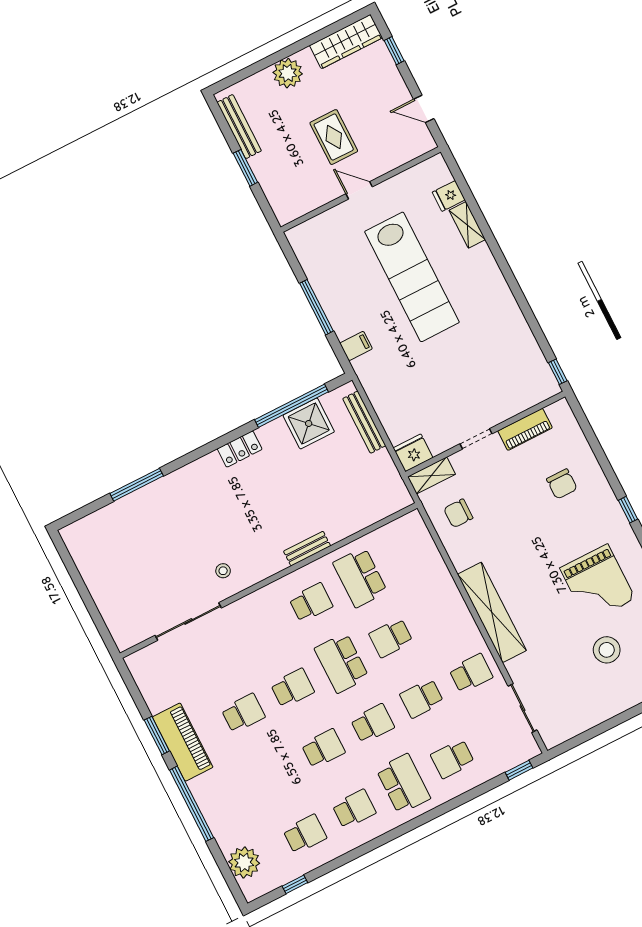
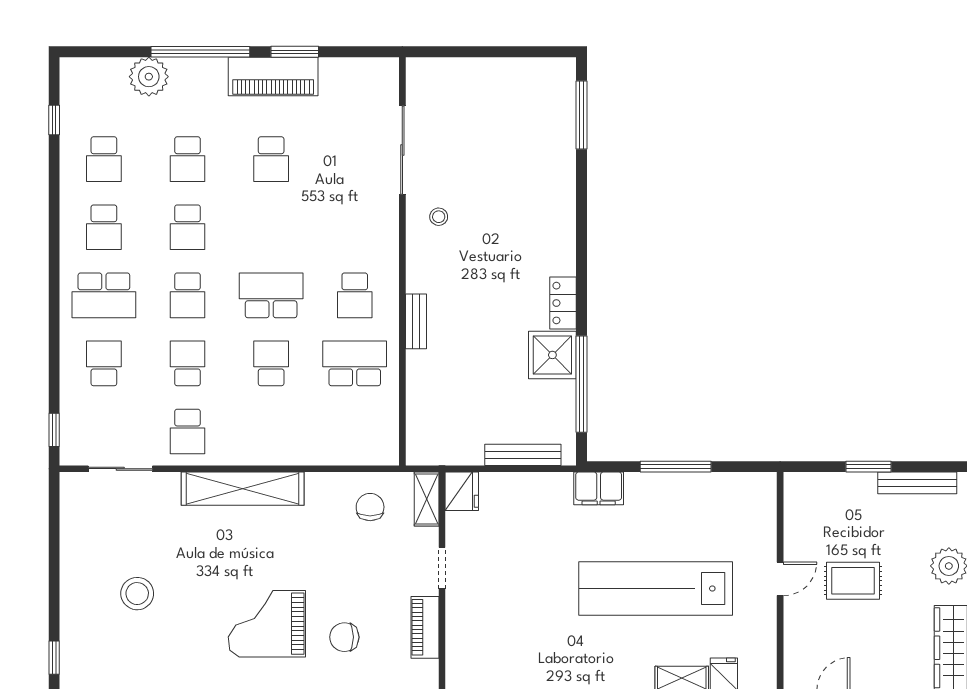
filing cabinet: (356, 346) -> (599, 488), width x2.00
shower: (309, 423) -> (552, 355), moved
window: (137, 485) -> (581, 115), moved
grand piano: (598, 583) -> (267, 624), moved
school desk: (292, 688) -> (187, 159), moved
plant: (244, 862) -> (149, 77), moved

